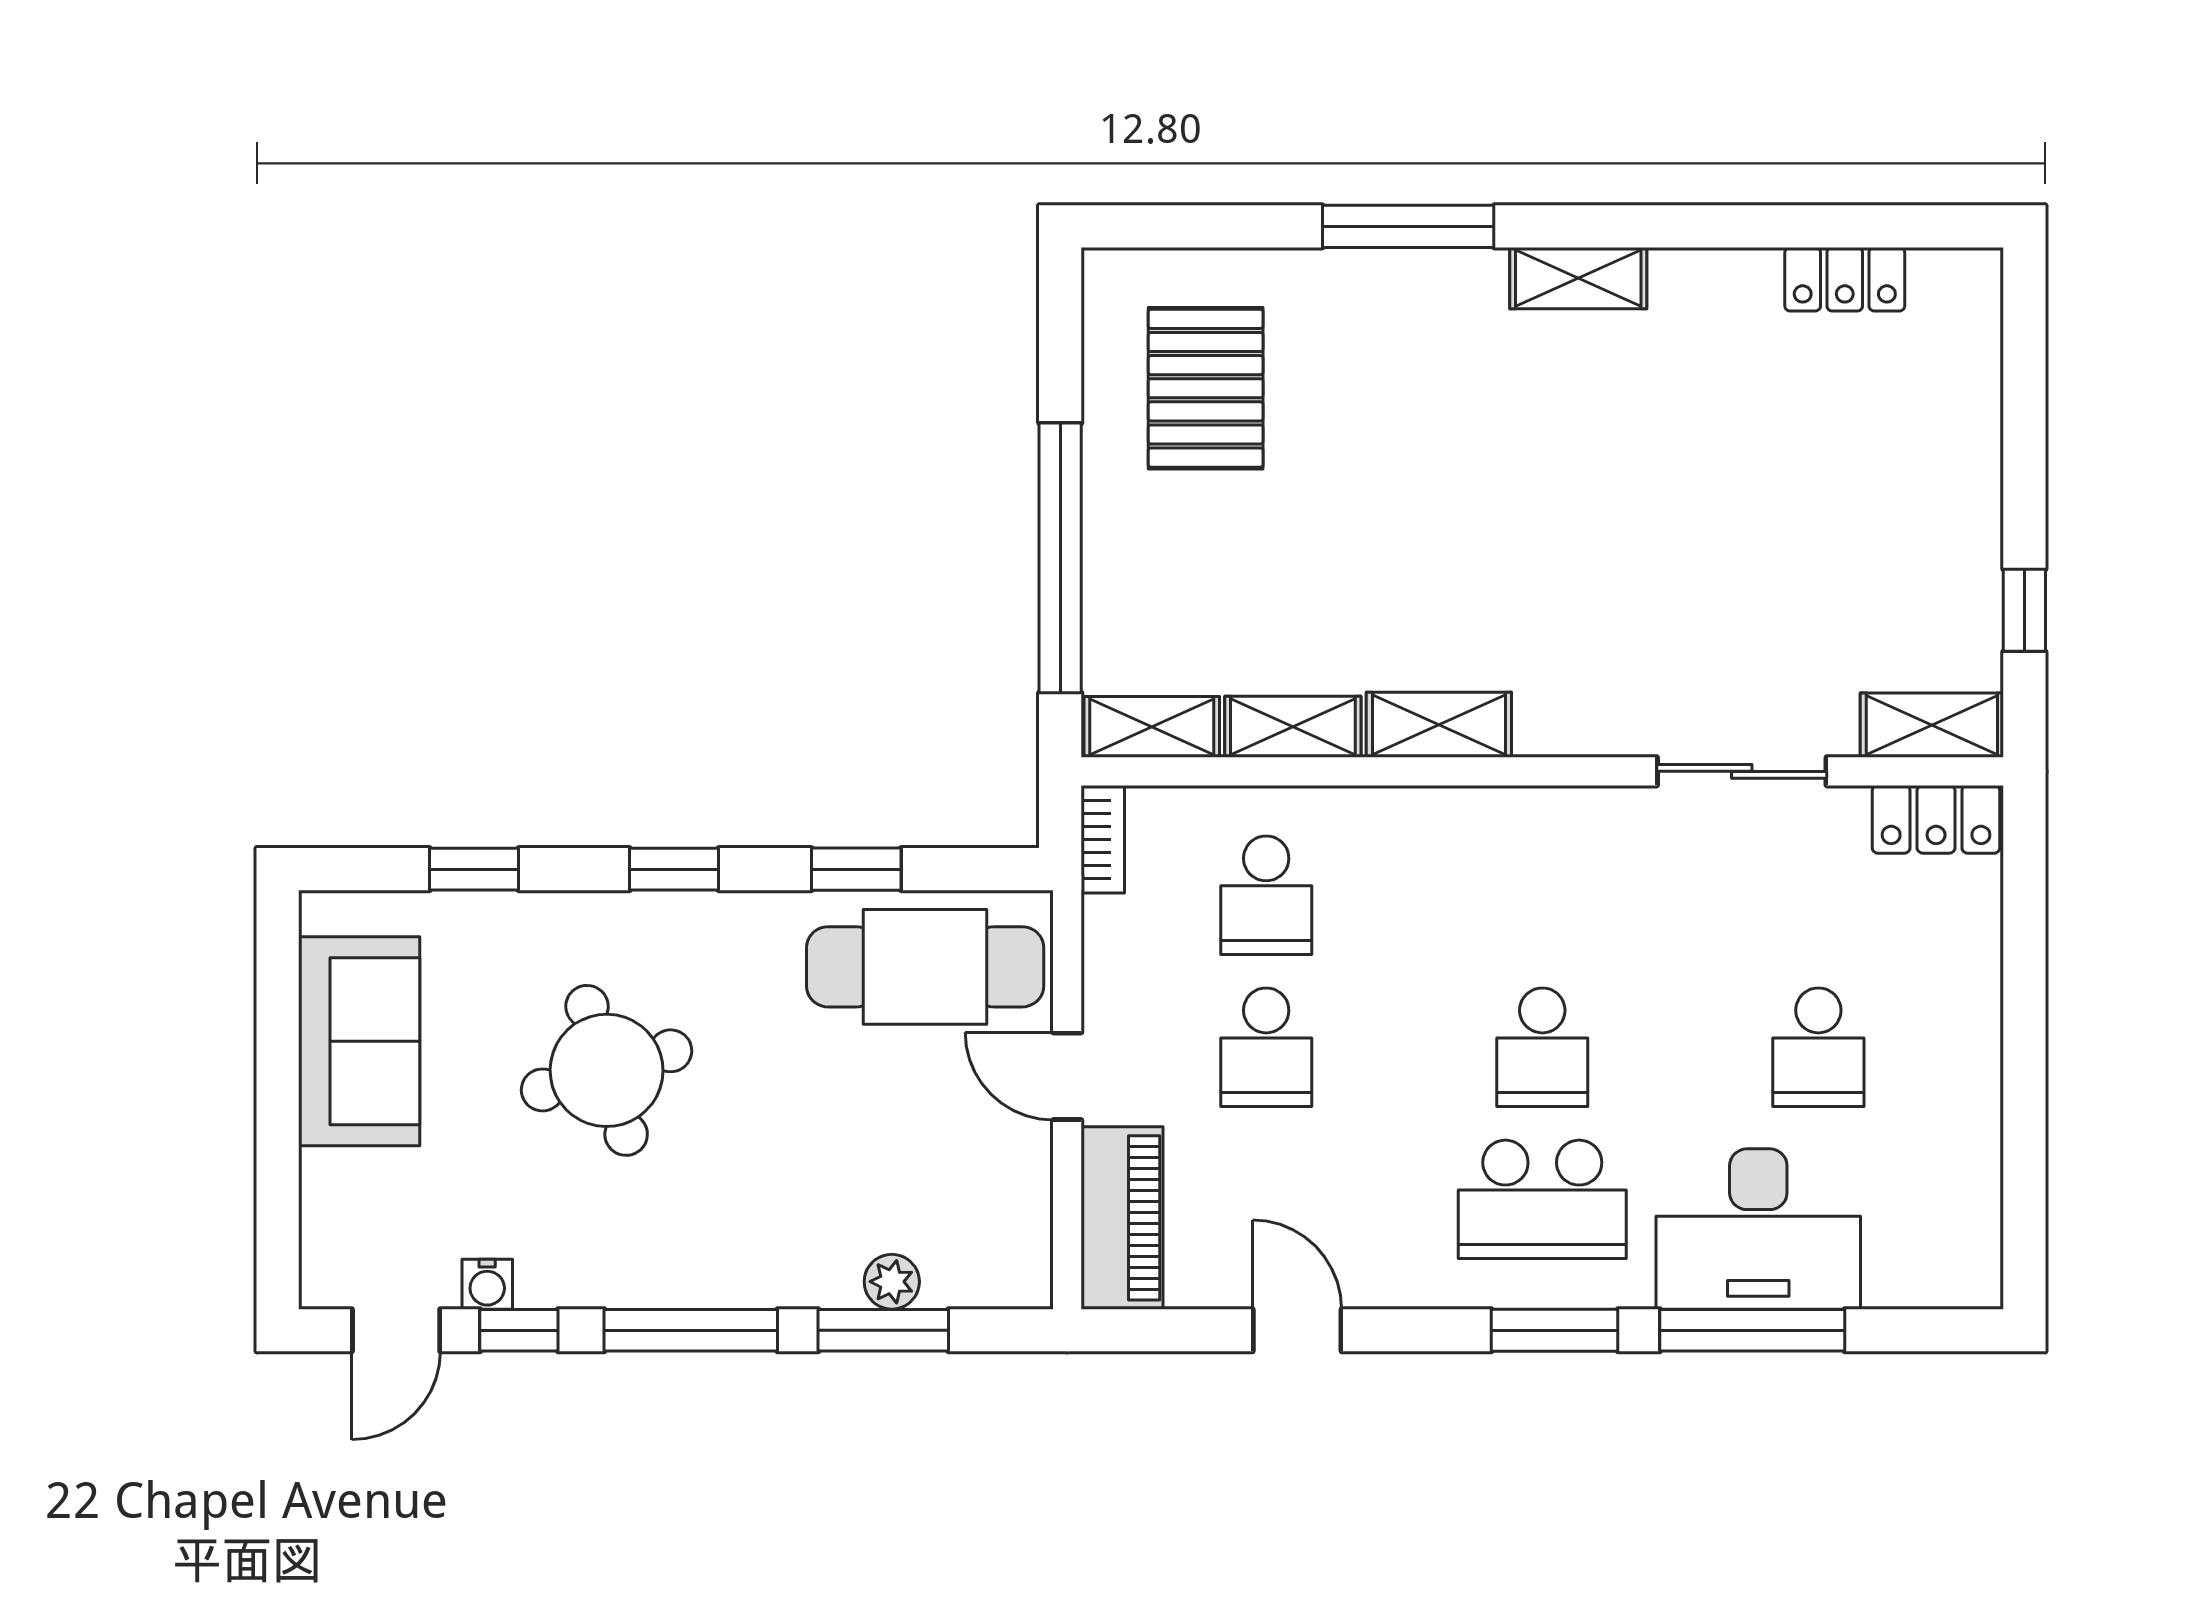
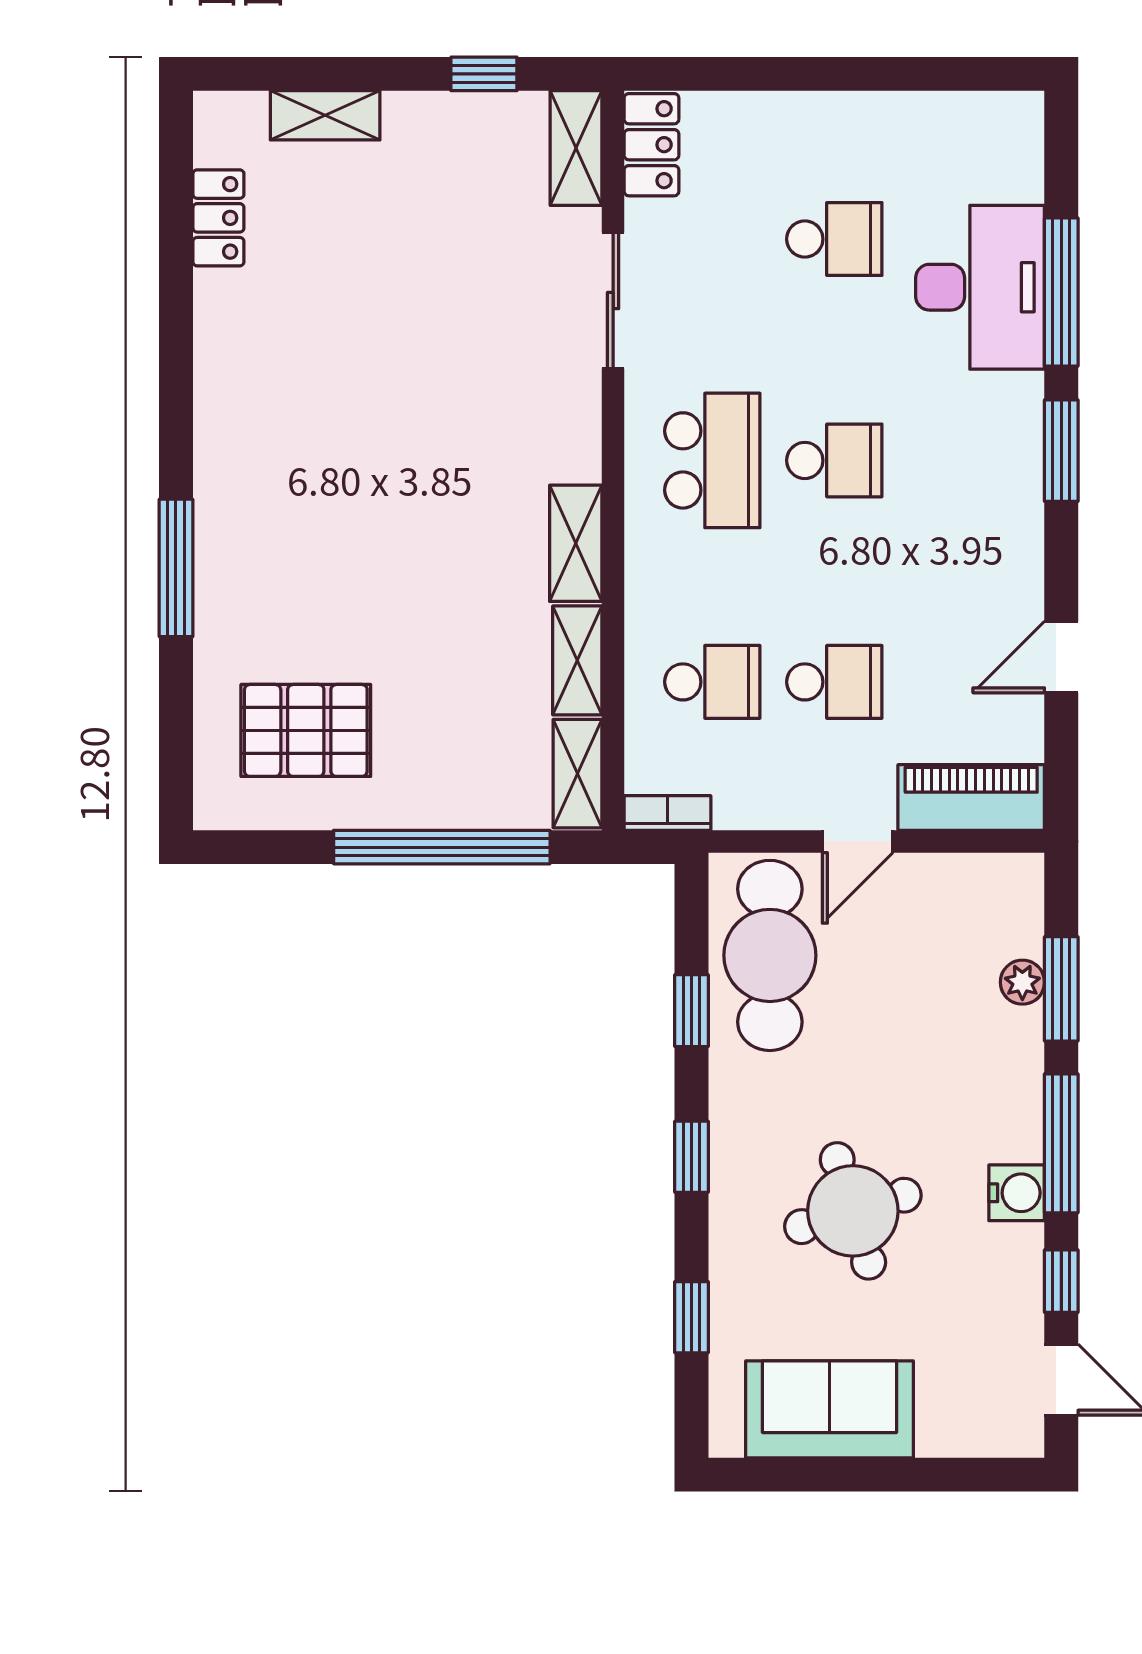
shelving: (1578, 278) -> (325, 115), moved, turned 90
school desk: (1542, 1199) -> (712, 460), moved
water cooler: (487, 1284) -> (1017, 1193), moved, width x1.38, depth x1.38

